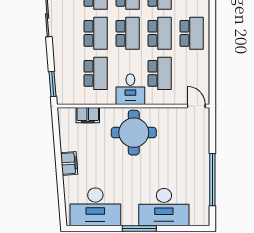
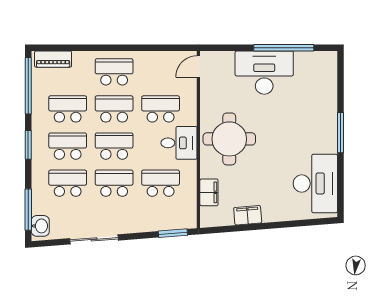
filing cabinet: (69, 163) -> (248, 215), moved
desk: (164, 207) -> (264, 73), moved, turned -90

